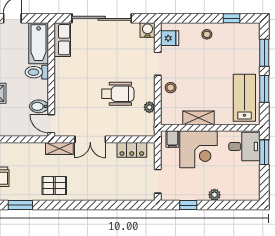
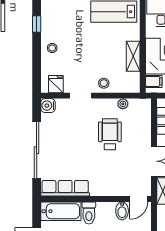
row of seats: (62, 40) -> (65, 188), width x1.48

